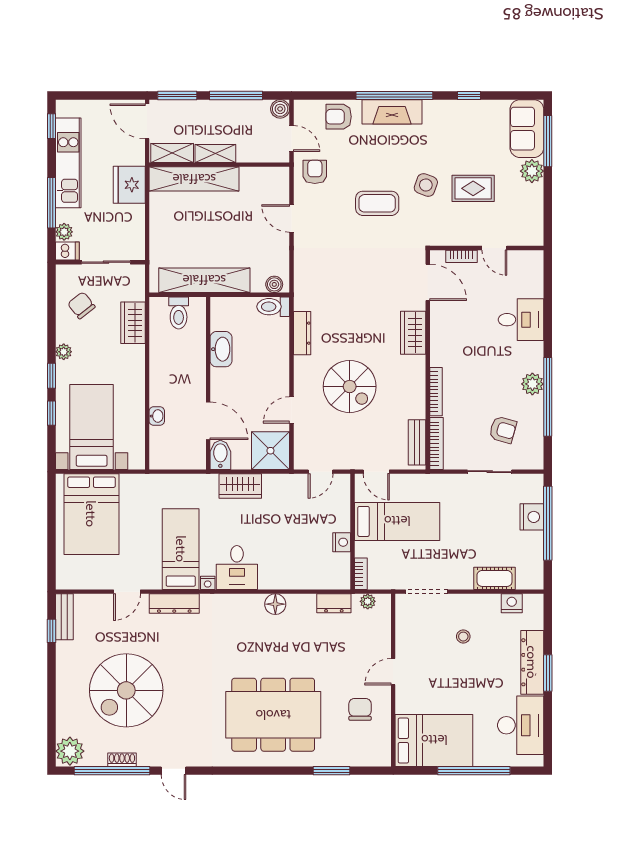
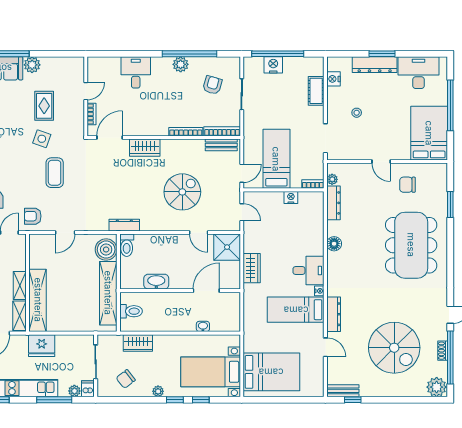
boiler: (274, 284) -> (106, 250), width x1.86, depth x1.86
dresser: (302, 333) -> (124, 225), moved
bidet: (220, 455) -> (230, 282), removed
dresser: (334, 603) -> (333, 203), width x1.44

